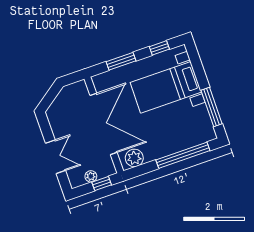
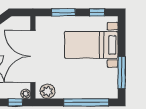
double door: (103, 124) -> (33, 56), swing flipped
plant: (91, 176) -> (26, 94), moved

